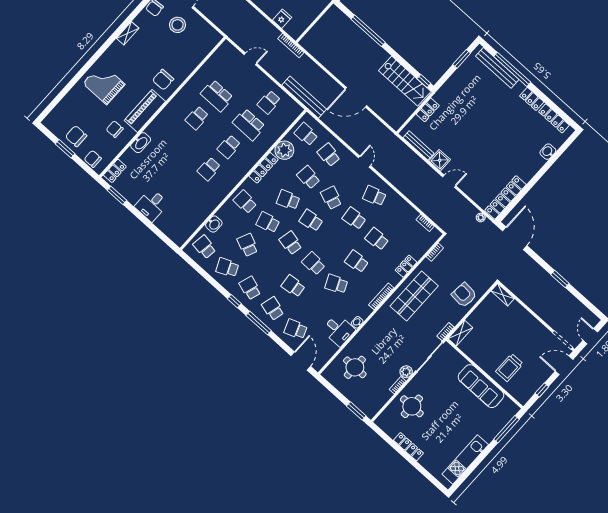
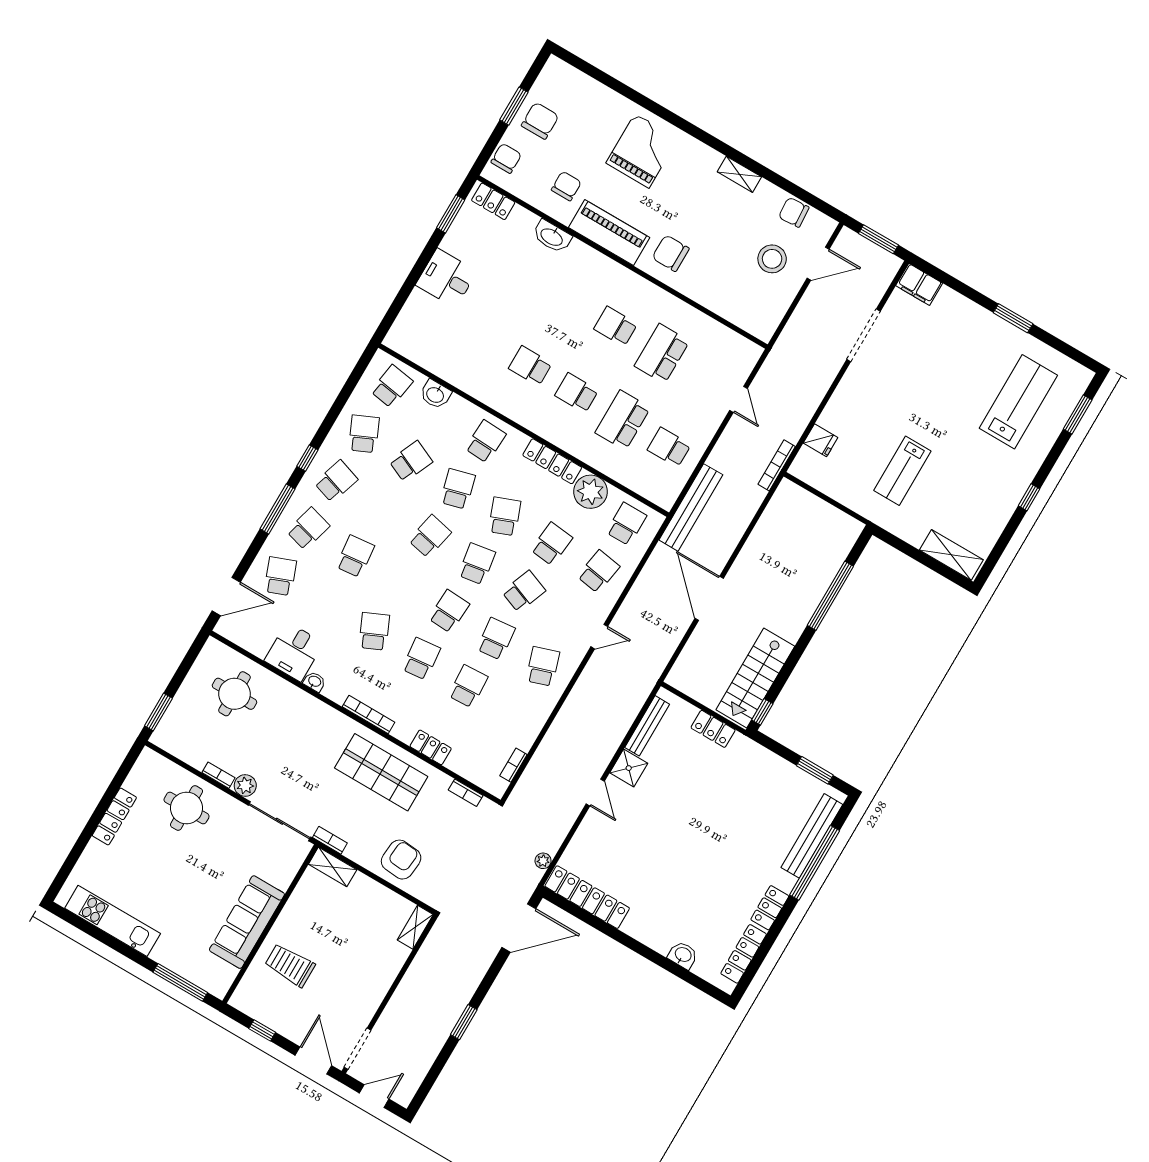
school desk: (314, 263) -> (449, 611), moved

